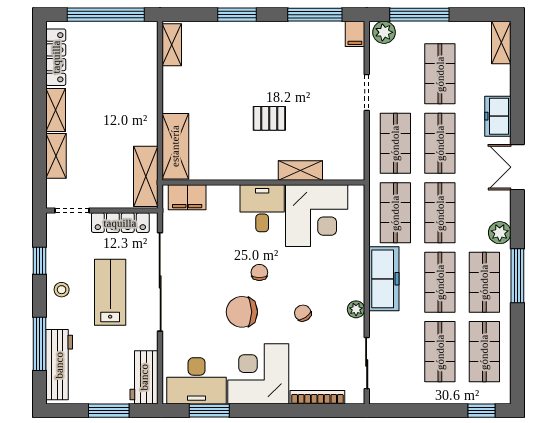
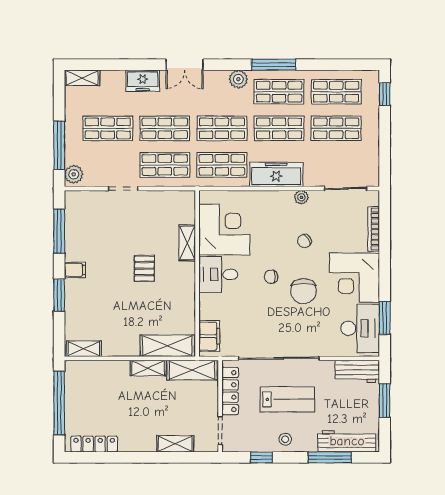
filing cabinet: (355, 34) -> (75, 270), moved
shelving: (56, 110) -> (148, 368), moved
lab bench: (110, 292) -> (287, 399), turned 180

